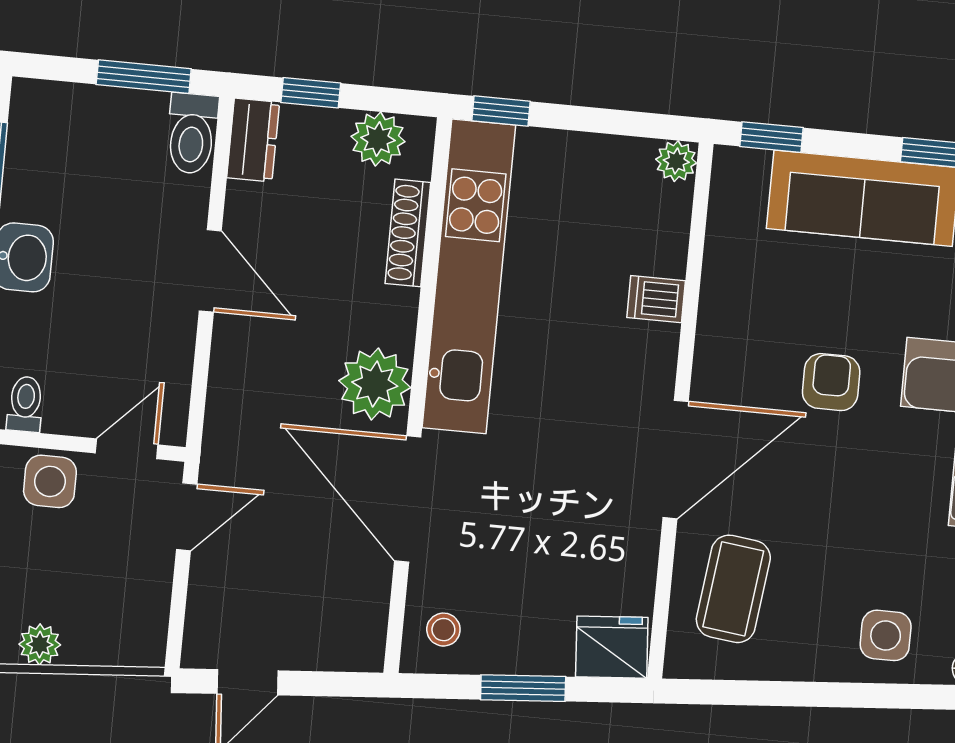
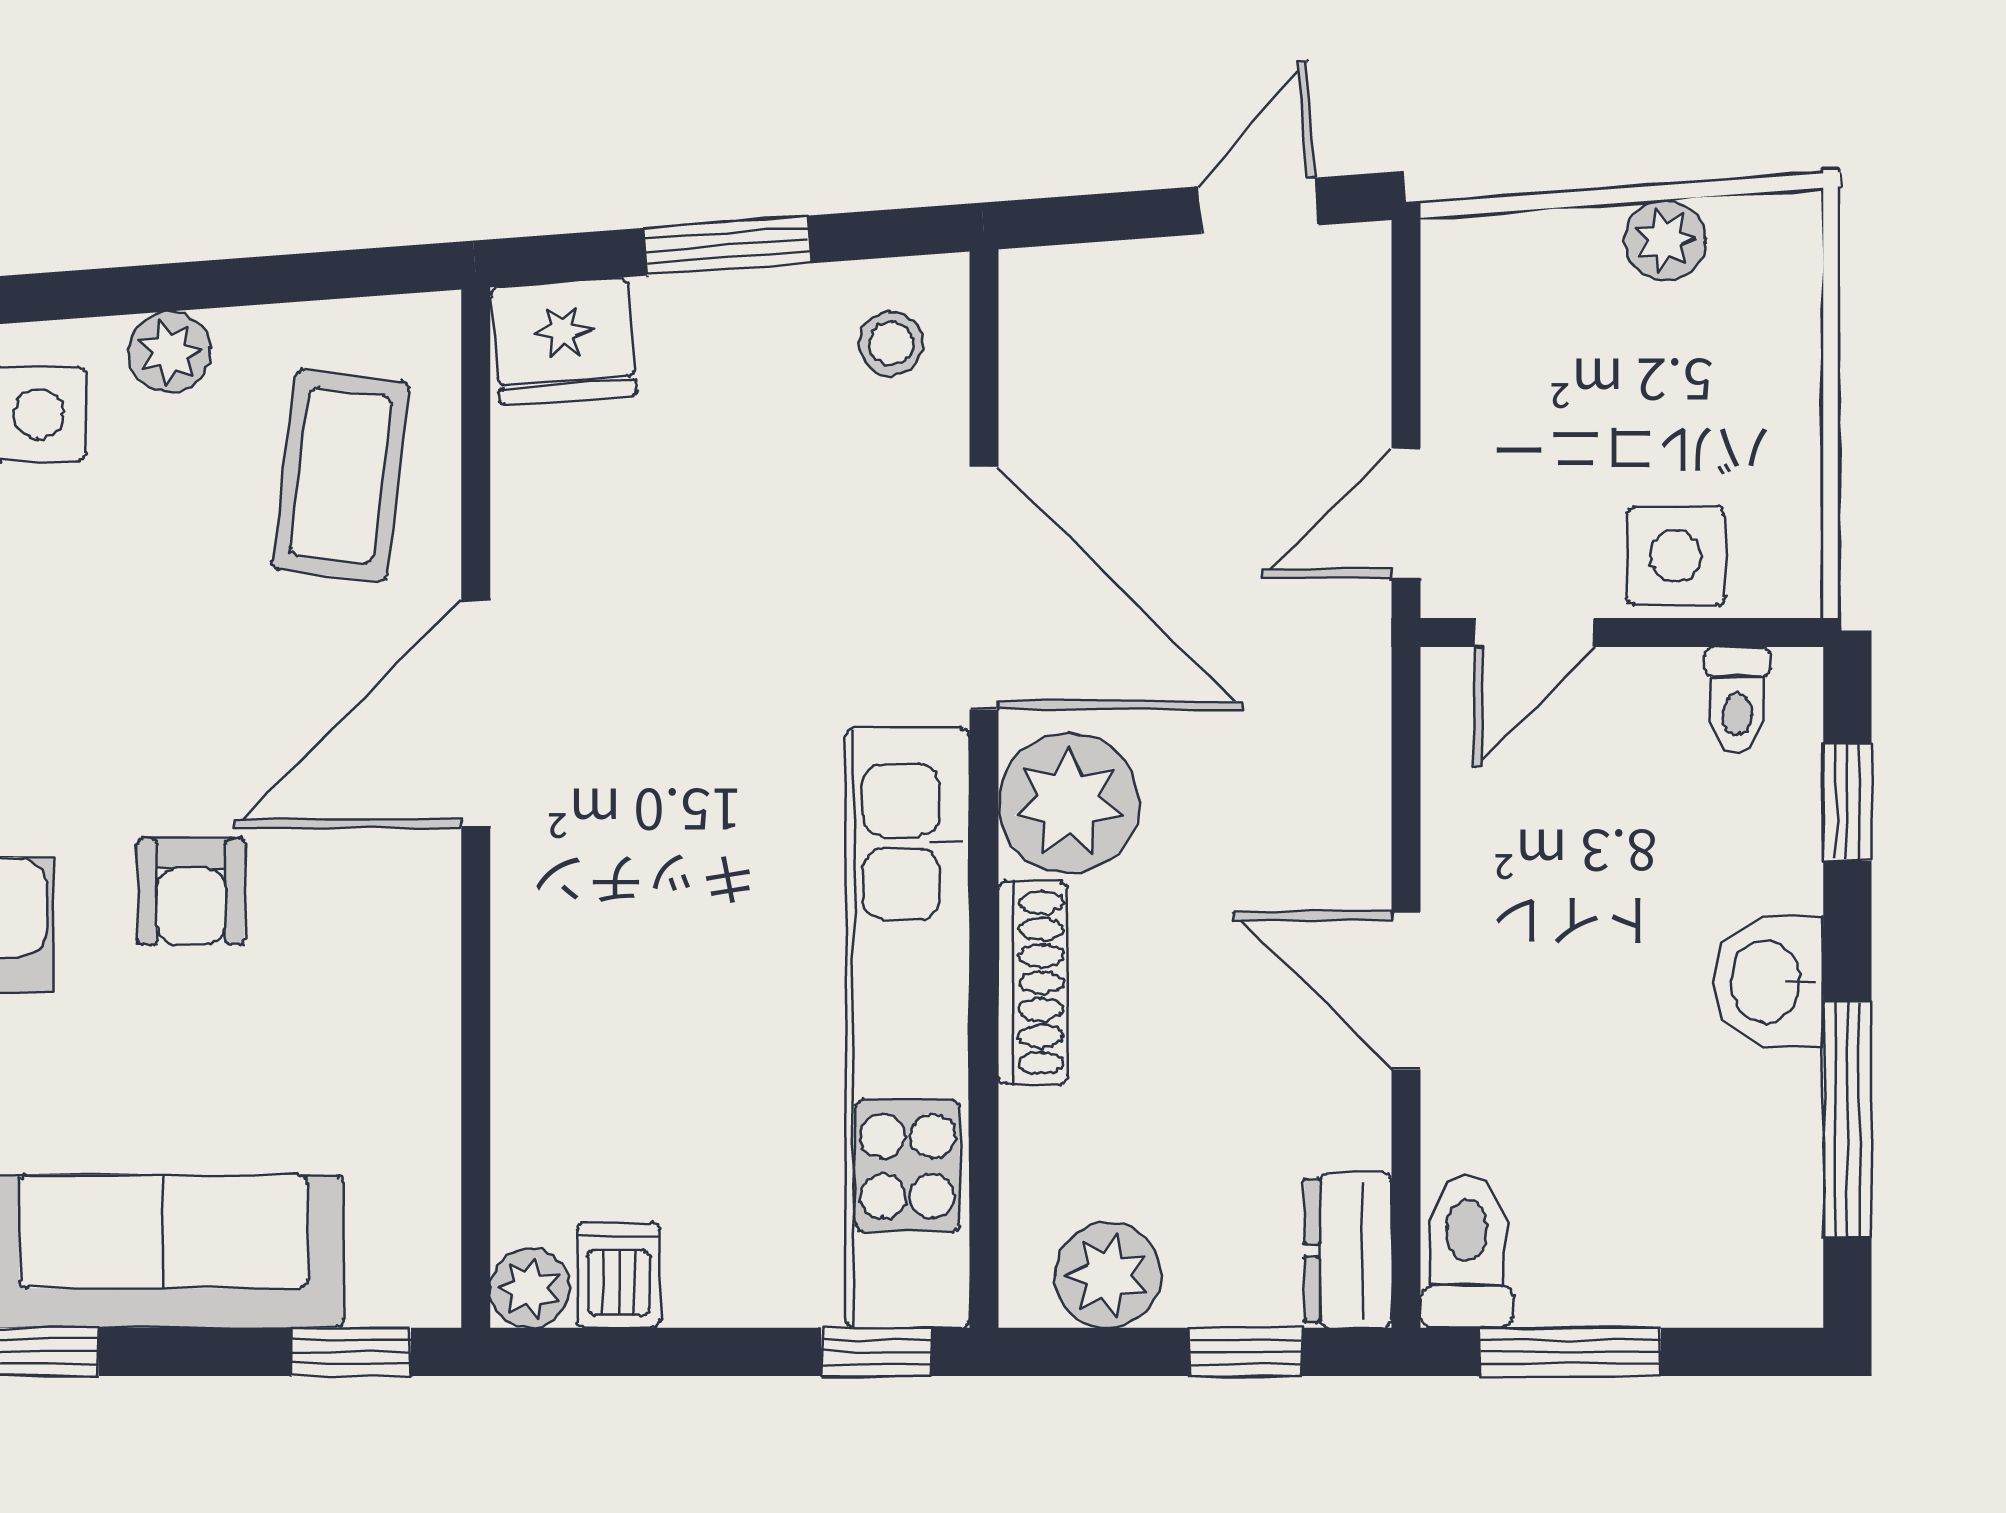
shoe rack: (408, 233) -> (1033, 983), moved
dishwasher: (656, 299) -> (618, 1275), moved, turned -90
plant: (815, 661) -> (170, 352), added

